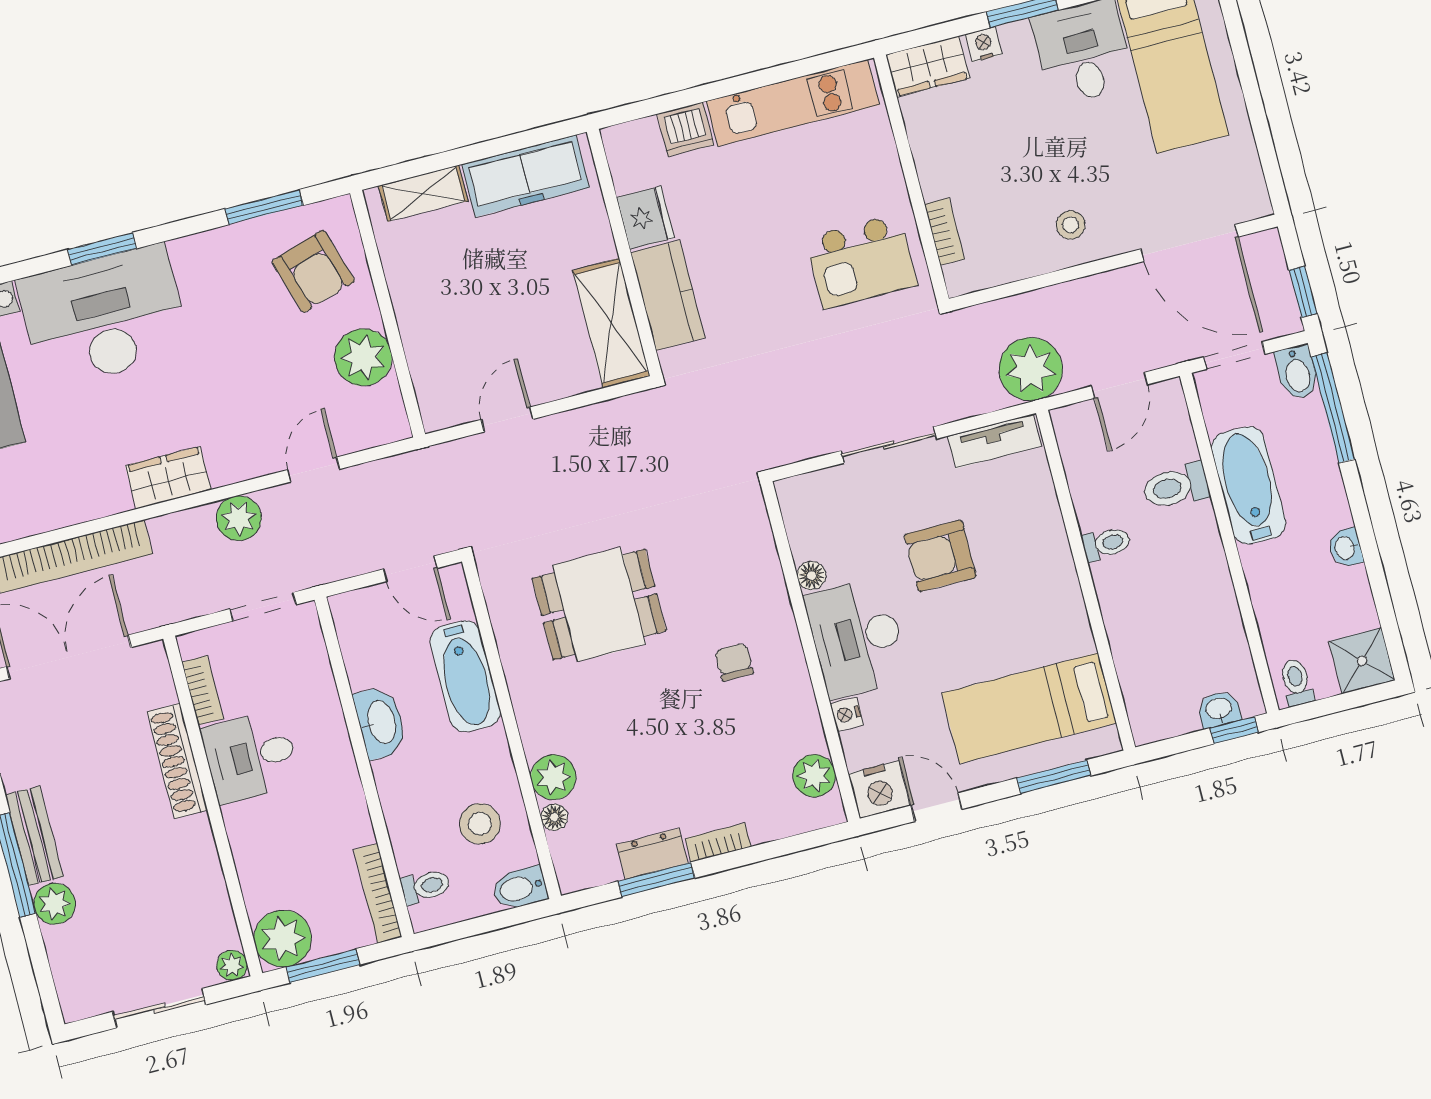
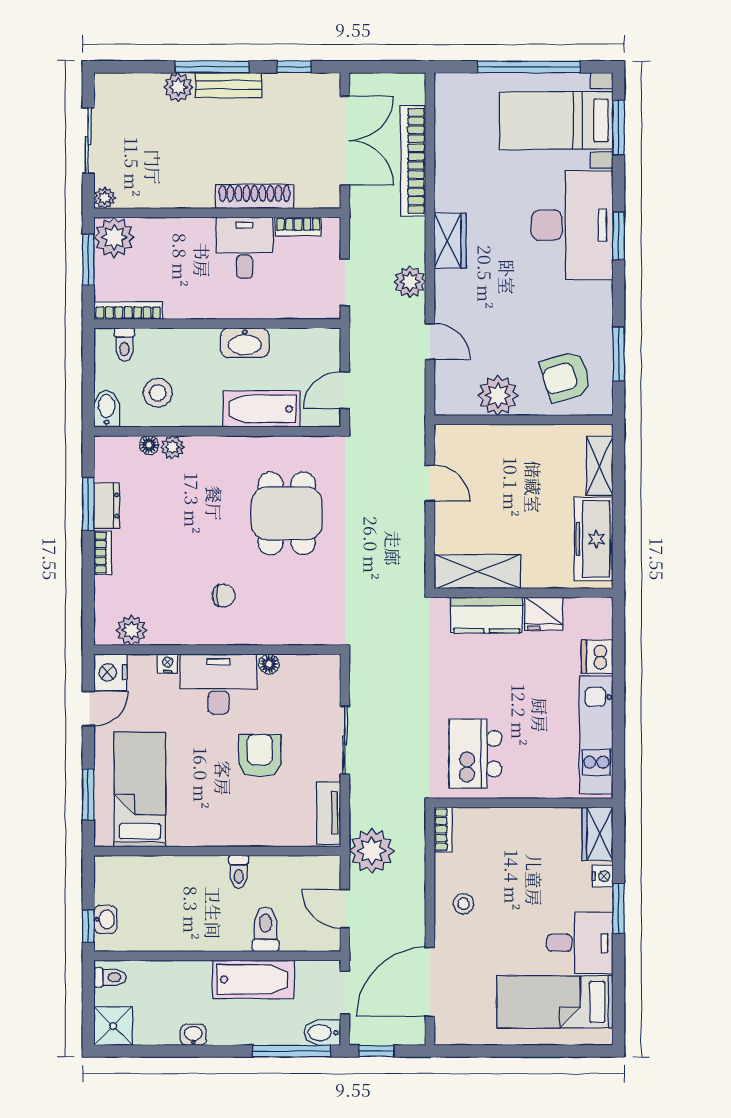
bookcase: (944, 232) -> (443, 830), moved, turned -90
plant: (553, 777) -> (172, 447), width x0.73, depth x0.73

